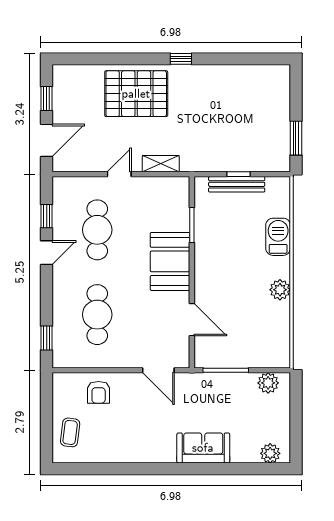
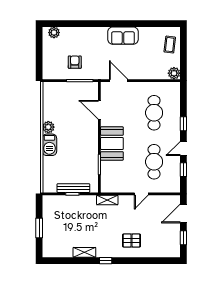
shelving: (218, 73) -> (84, 252), added
pallet: (136, 94) -> (132, 241), width x0.49, depth x0.50
window: (296, 138) -> (39, 228), moved
shelving: (161, 164) -> (107, 200), moved
barbecue: (278, 237) -> (49, 145), moved
window: (47, 338) -> (183, 124), moved
plant: (268, 383) -> (174, 73), moved
armchair: (99, 392) -> (75, 62), moved
sofa: (203, 448) -> (123, 36), moved

